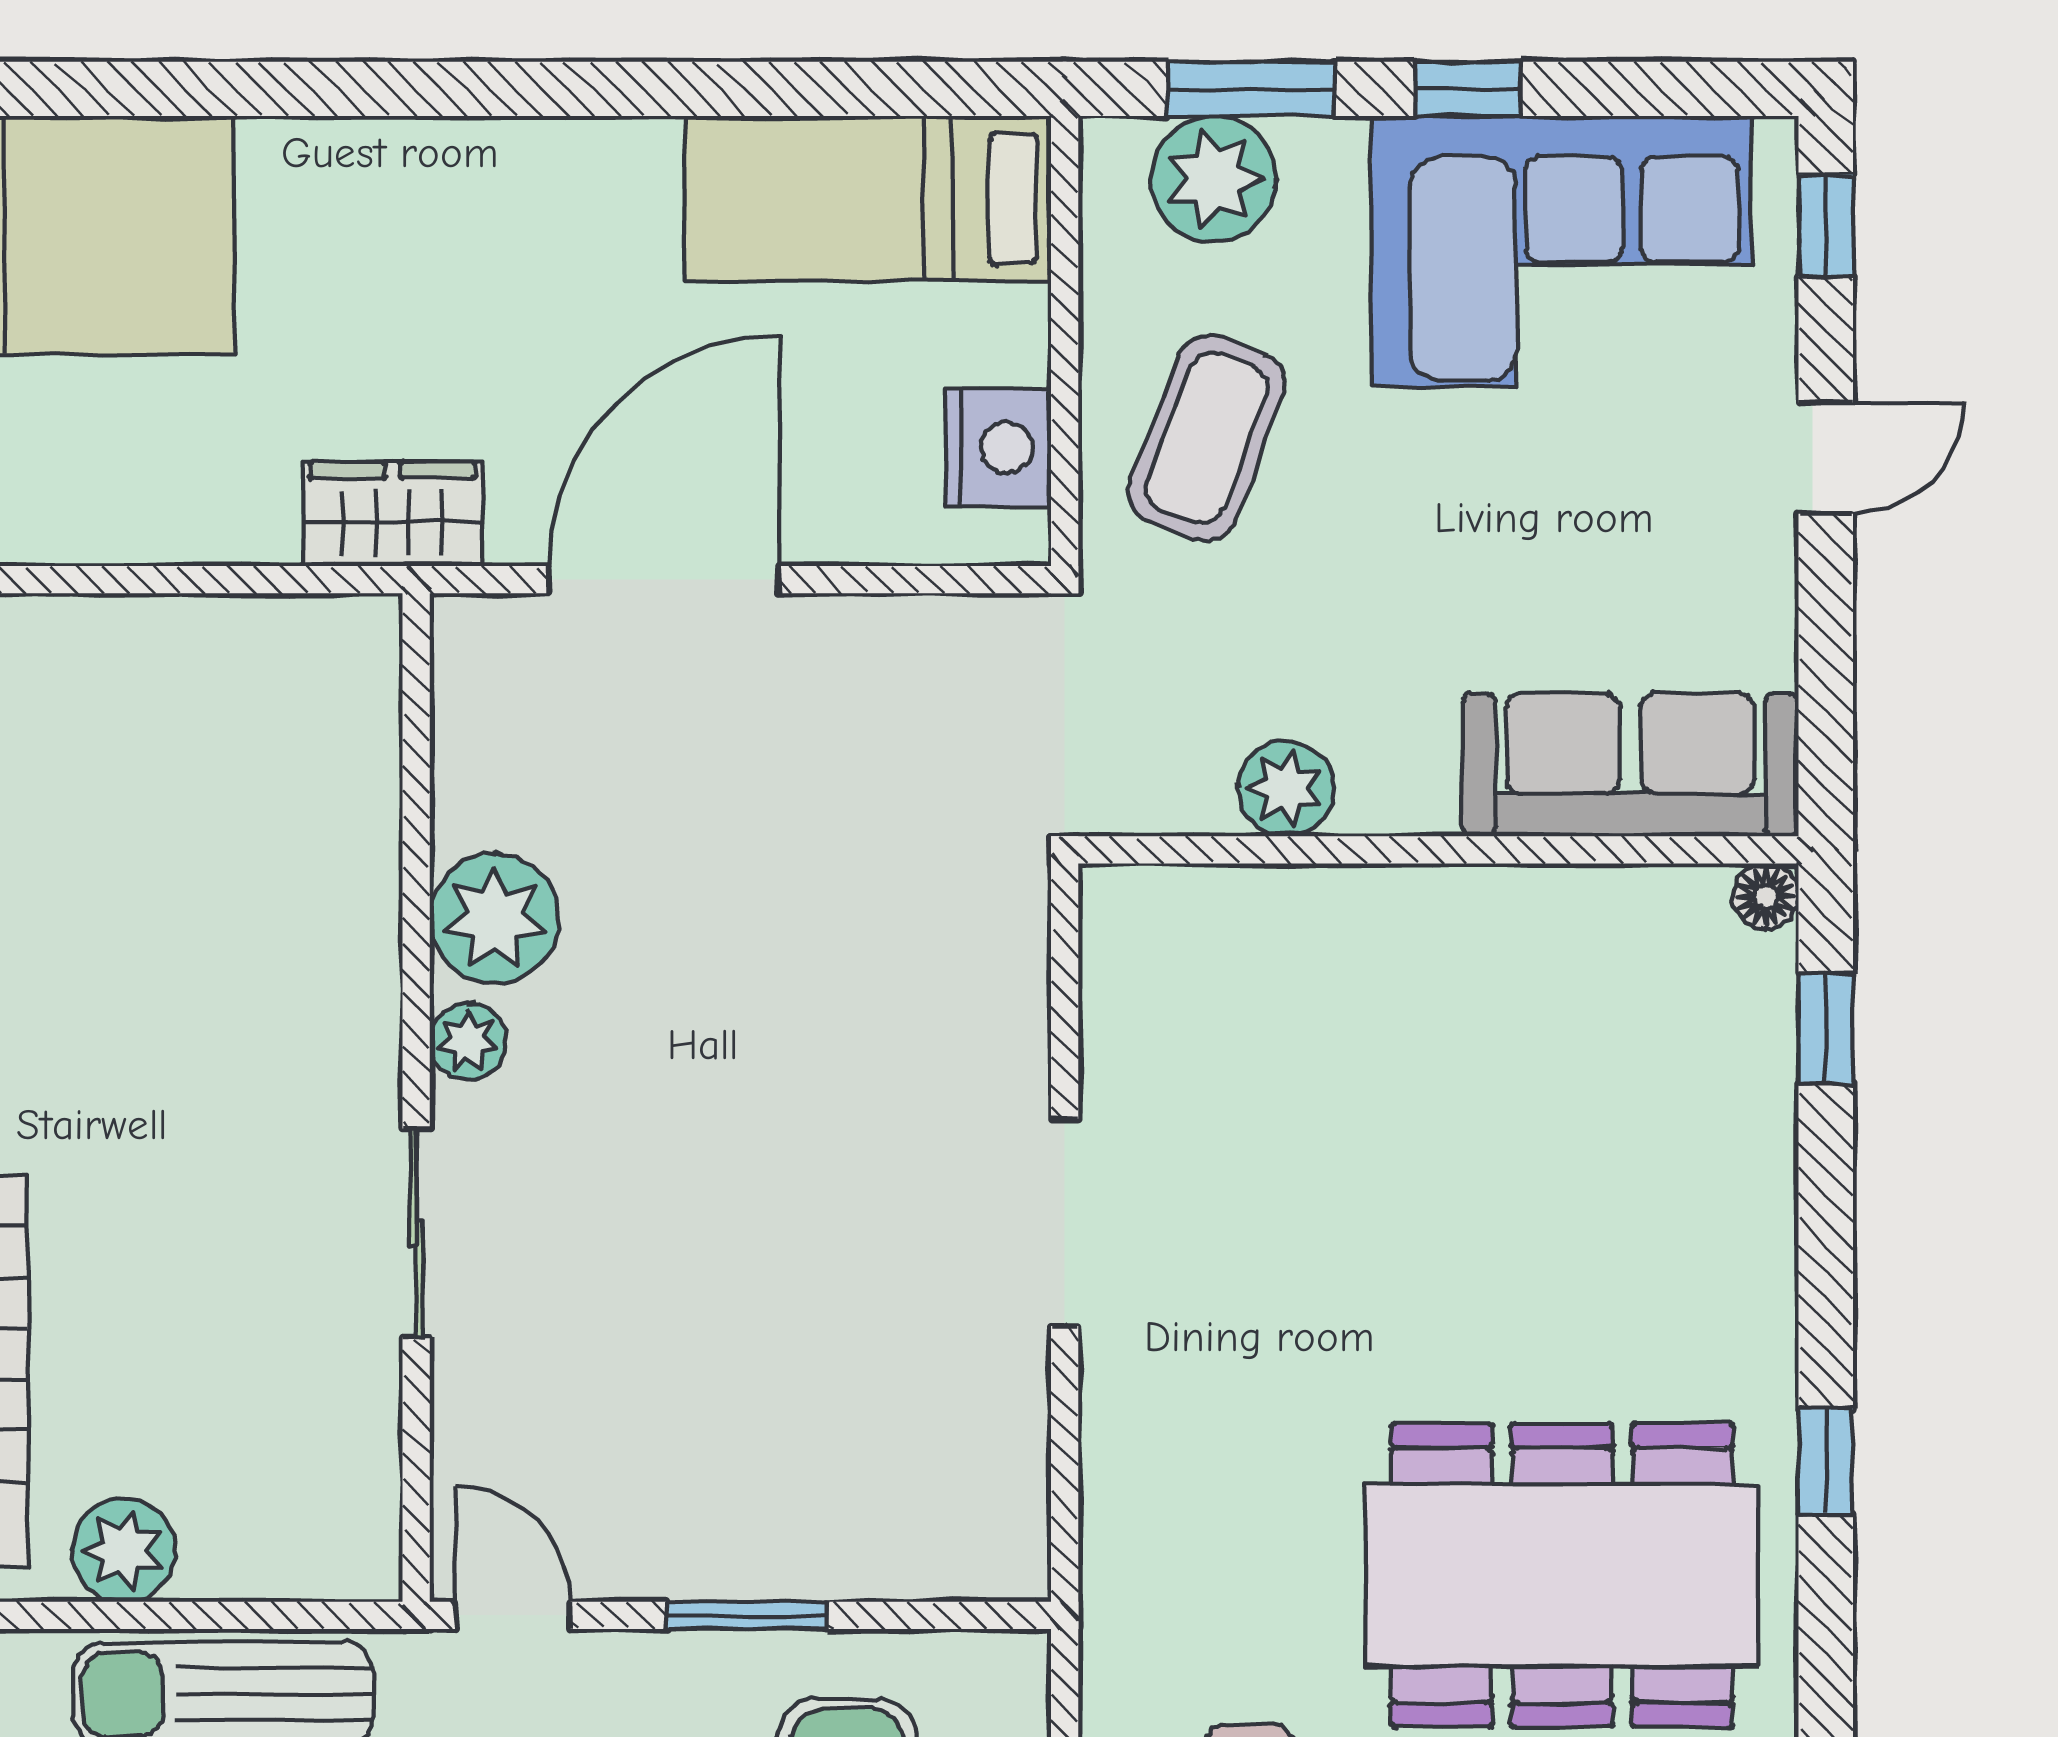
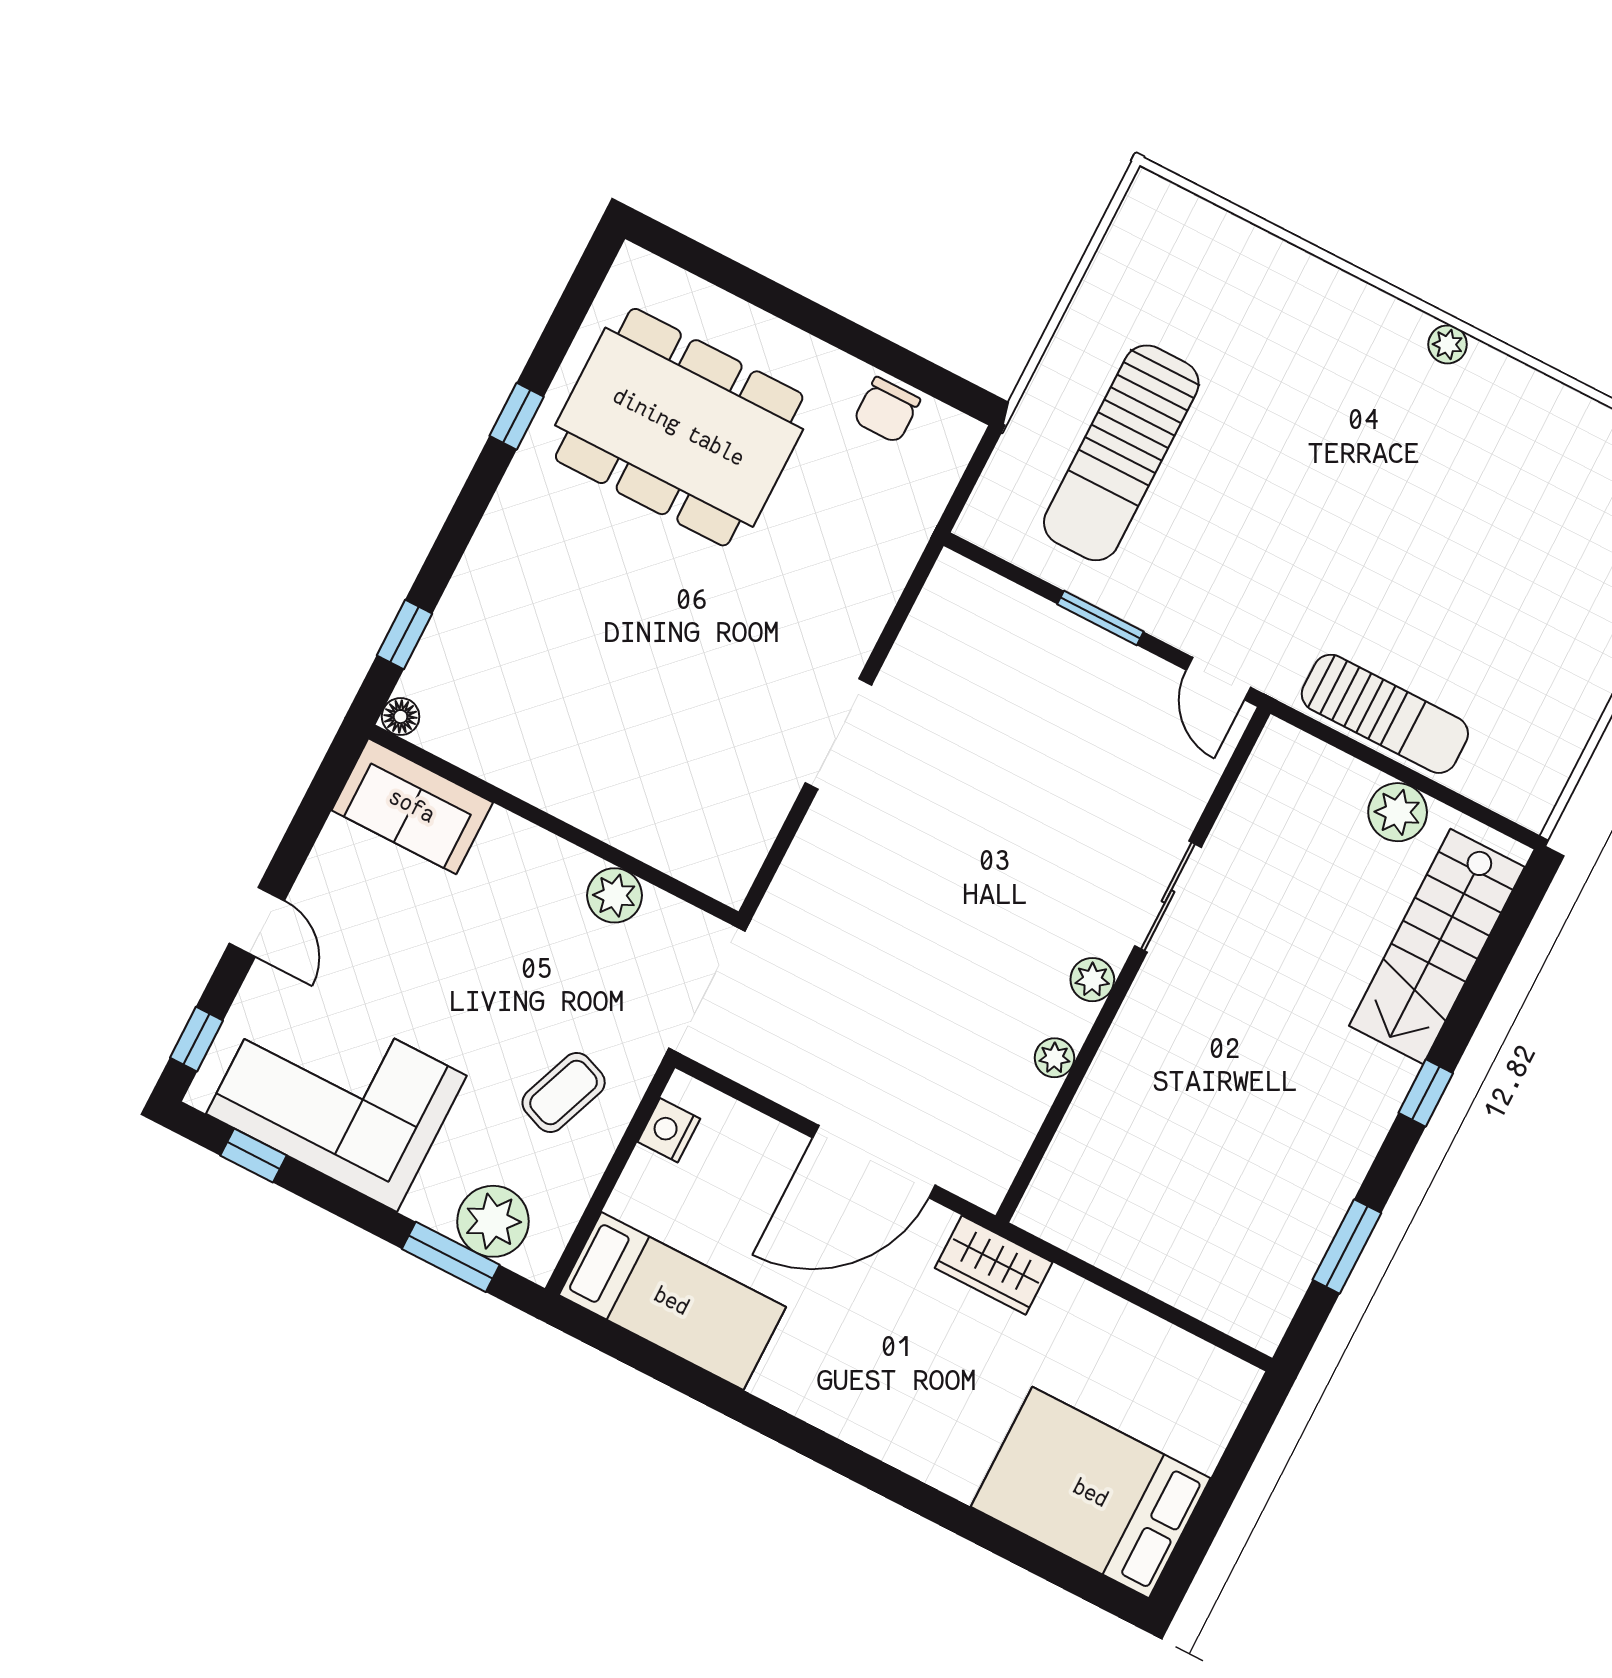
window: (1468, 89) -> (253, 1156), moved
coffee table: (1207, 438) -> (564, 1092), width x0.73, depth x0.77
nightstand: (998, 448) -> (669, 1130), width x0.74, depth x0.75
door: (1826, 458) -> (257, 922), swing flipped
sofa: (1630, 765) -> (412, 806), width x0.73
plant: (495, 918) -> (1054, 1058), width x0.53, depth x0.53

